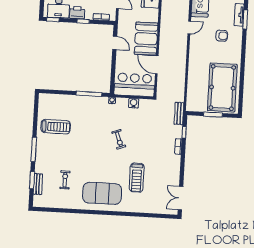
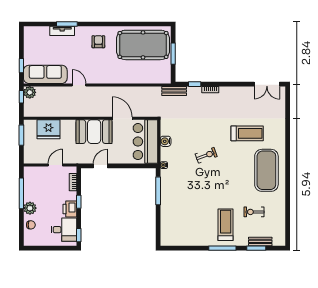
armchair: (222, 36) -> (98, 42), moved
door: (157, 65) -> (122, 118), swing flipped
treadmill: (56, 127) -> (226, 225), moved

